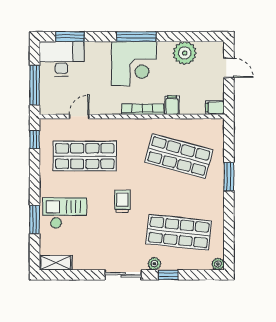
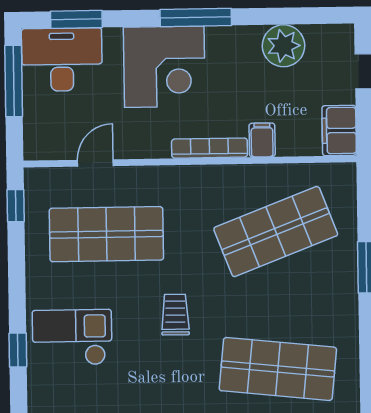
corner desk: (134, 64) -> (164, 67), moved
window: (35, 85) -> (14, 81), moved
filing cabinet: (215, 108) -> (339, 131), width x2.00
shop shelf: (179, 156) -> (276, 232), turned -36
window: (35, 220) -> (18, 350), width x0.67

